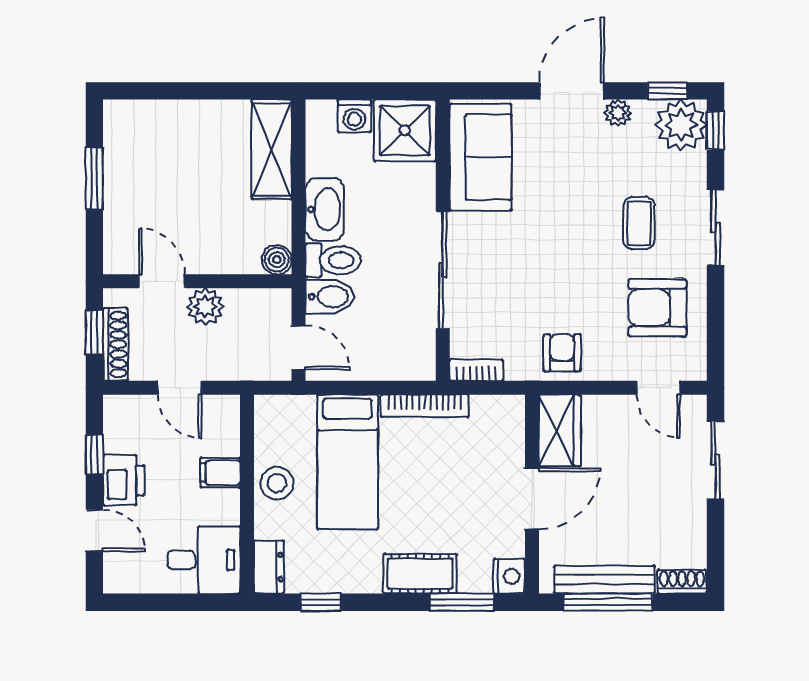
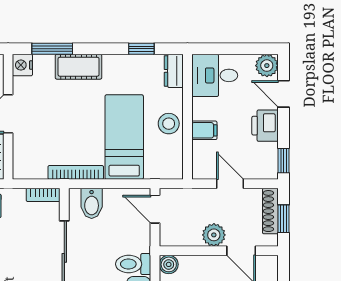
bidet: (330, 297) -> (92, 203), moved, turned -90
window: (94, 455) -> (284, 161), moved
plant: (121, 576) -> (267, 66), added

